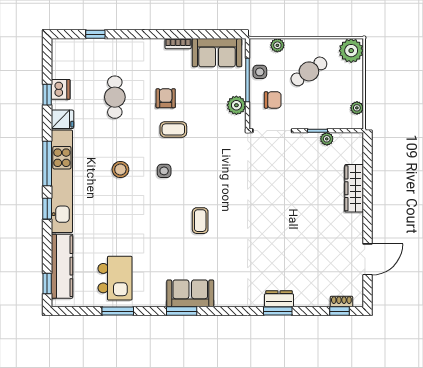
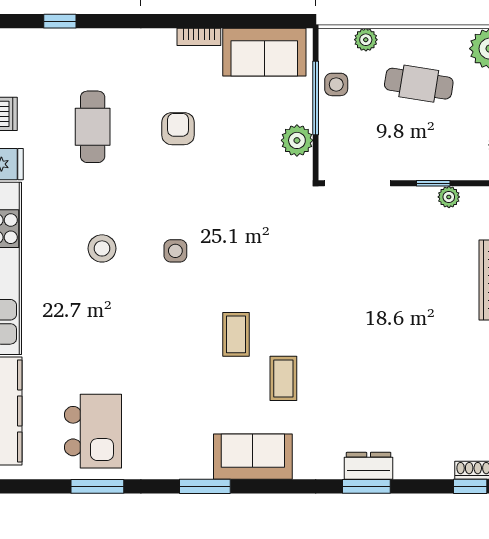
cafe table: (309, 71) -> (419, 84), turned 44
chair: (273, 100) -> (358, 132), removed
coffee table: (173, 129) -> (283, 378), moved, turned 90
sofa: (190, 293) -> (253, 457), moved

